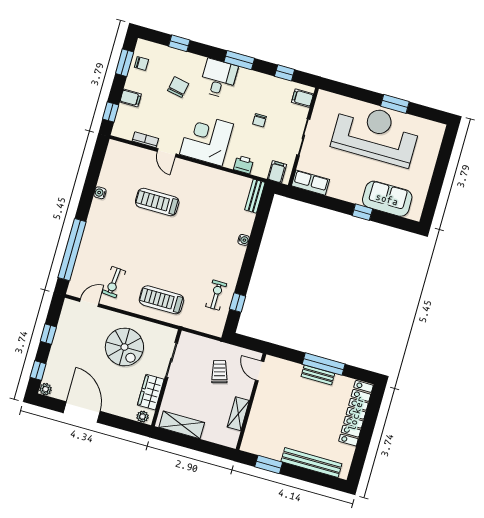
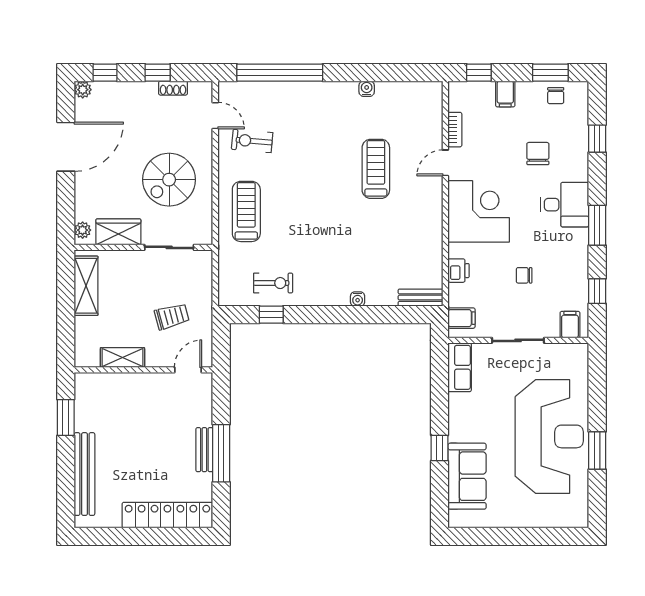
chair: (178, 87) -> (538, 154), turned -101
shoe rack: (62, 326) -> (173, 88), added

